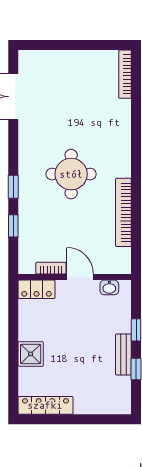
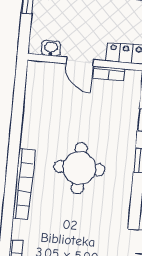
bookcase: (123, 212) -> (24, 184), moved

